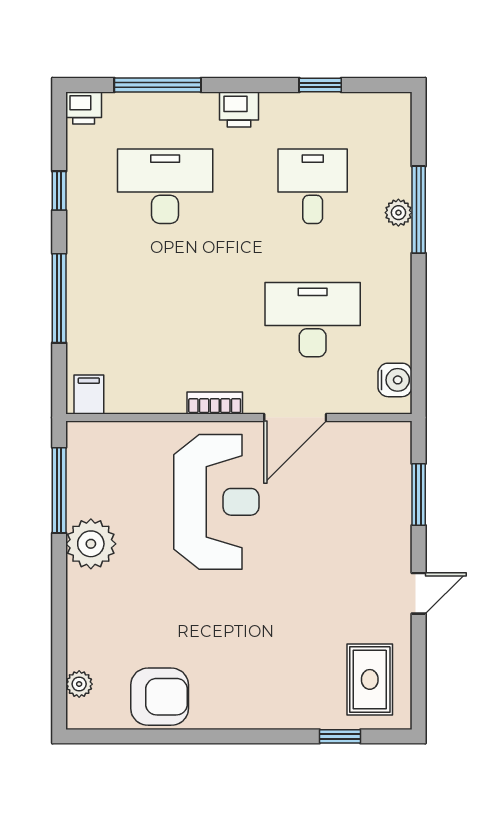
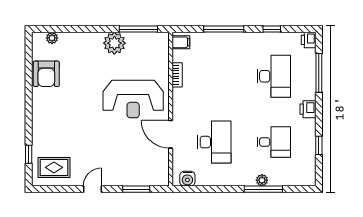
bookcase: (215, 403) -> (177, 75), moved
door: (419, 593) -> (92, 189), swing flipped

